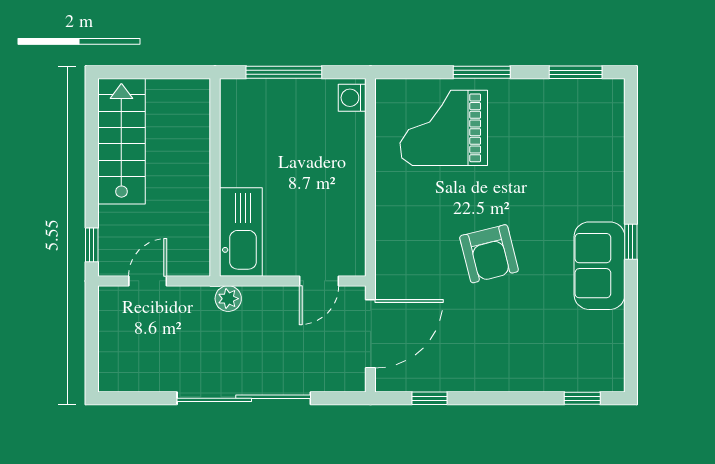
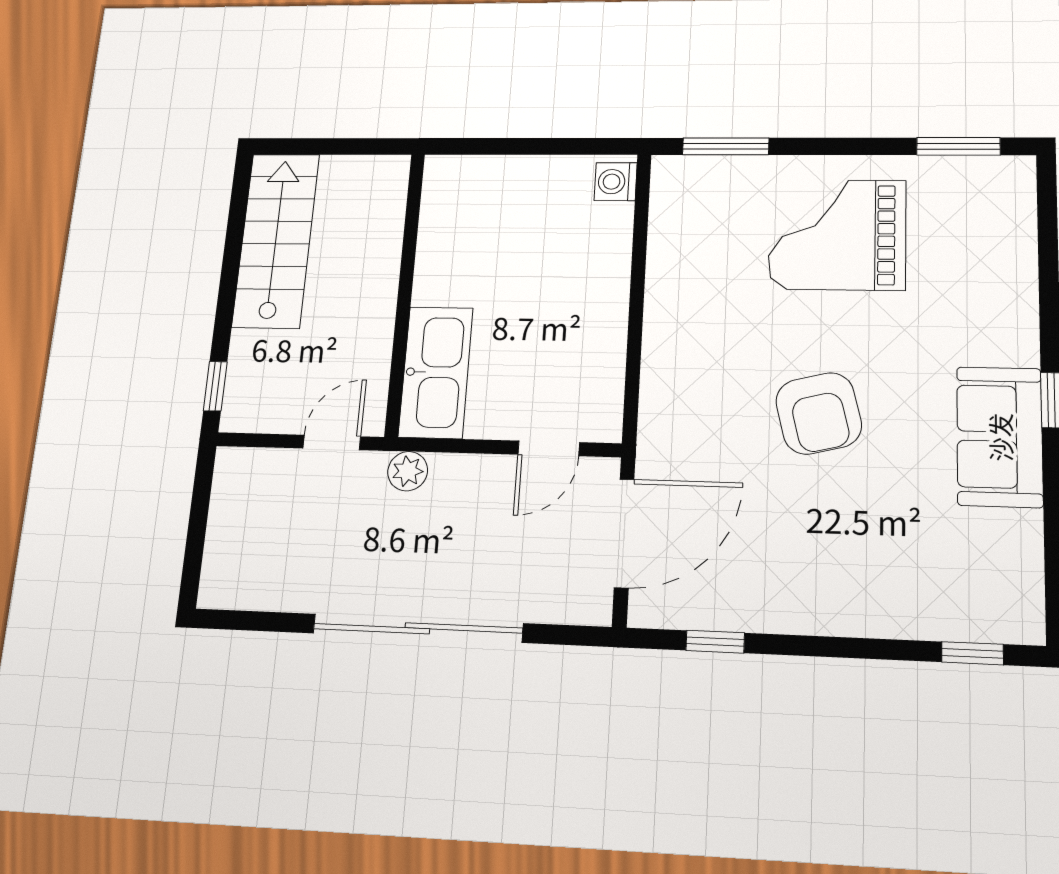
window: (284, 72) -> (518, 146), removed
window: (482, 72) -> (726, 146), moved
grand piano: (444, 128) -> (837, 235), moved
door: (148, 281) -> (332, 442), moved

